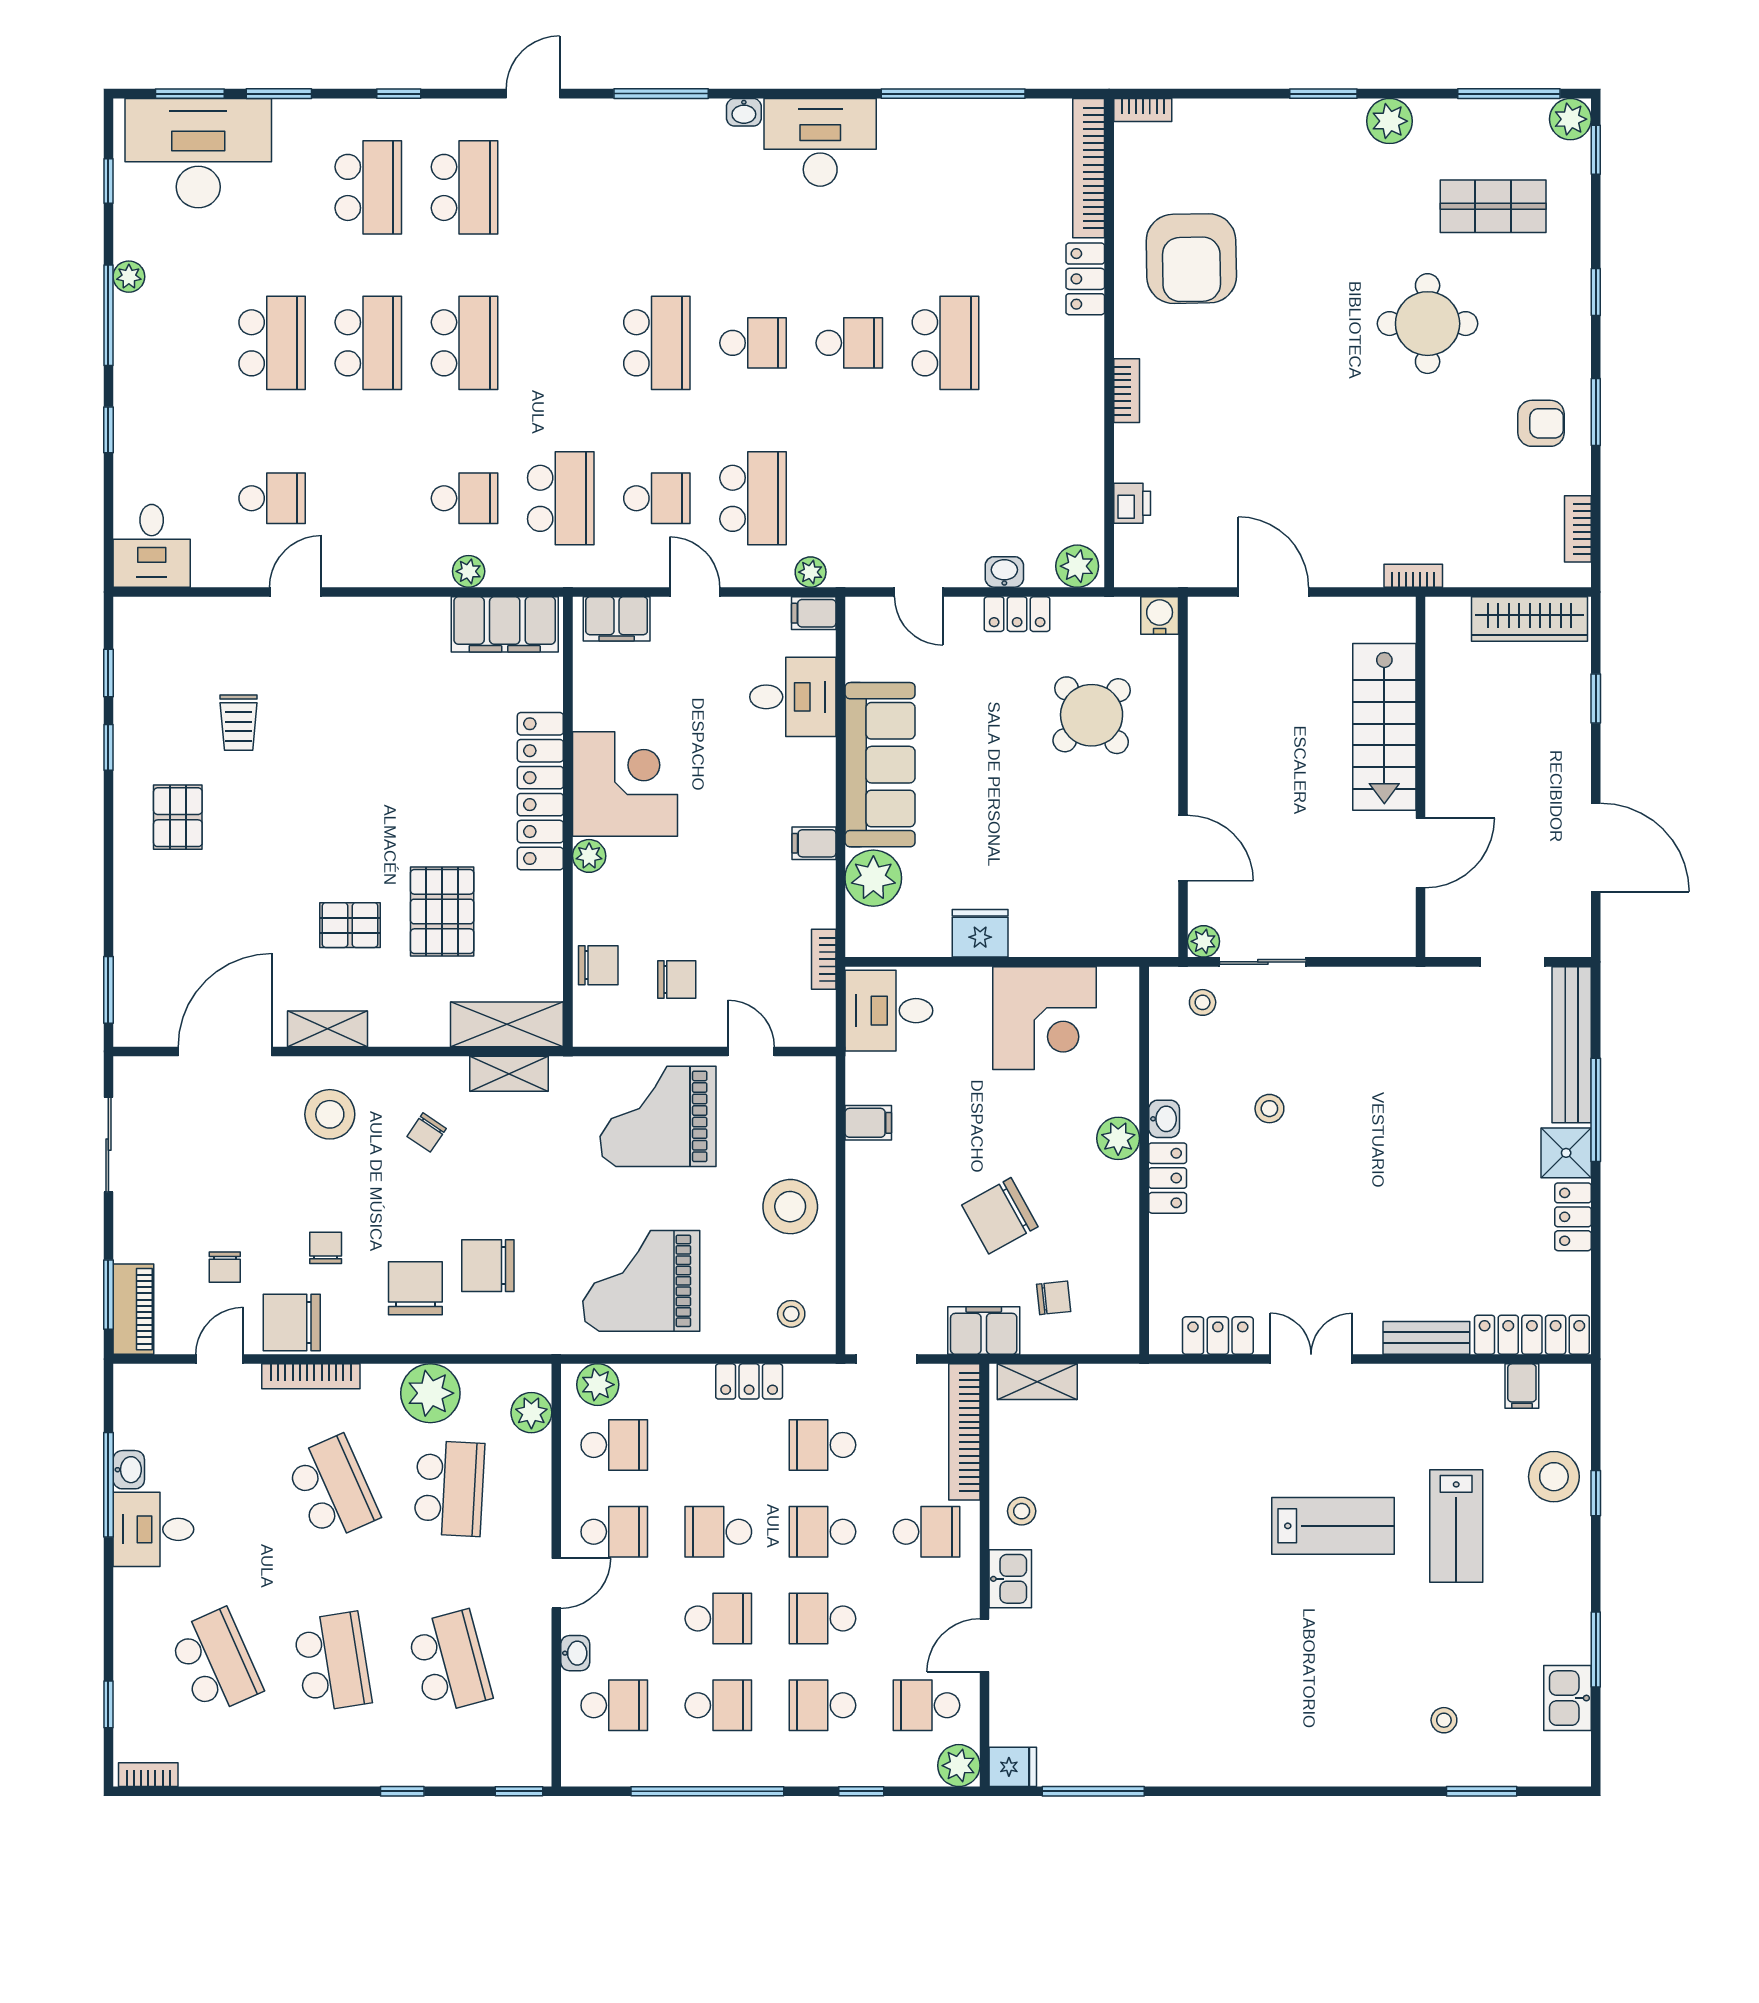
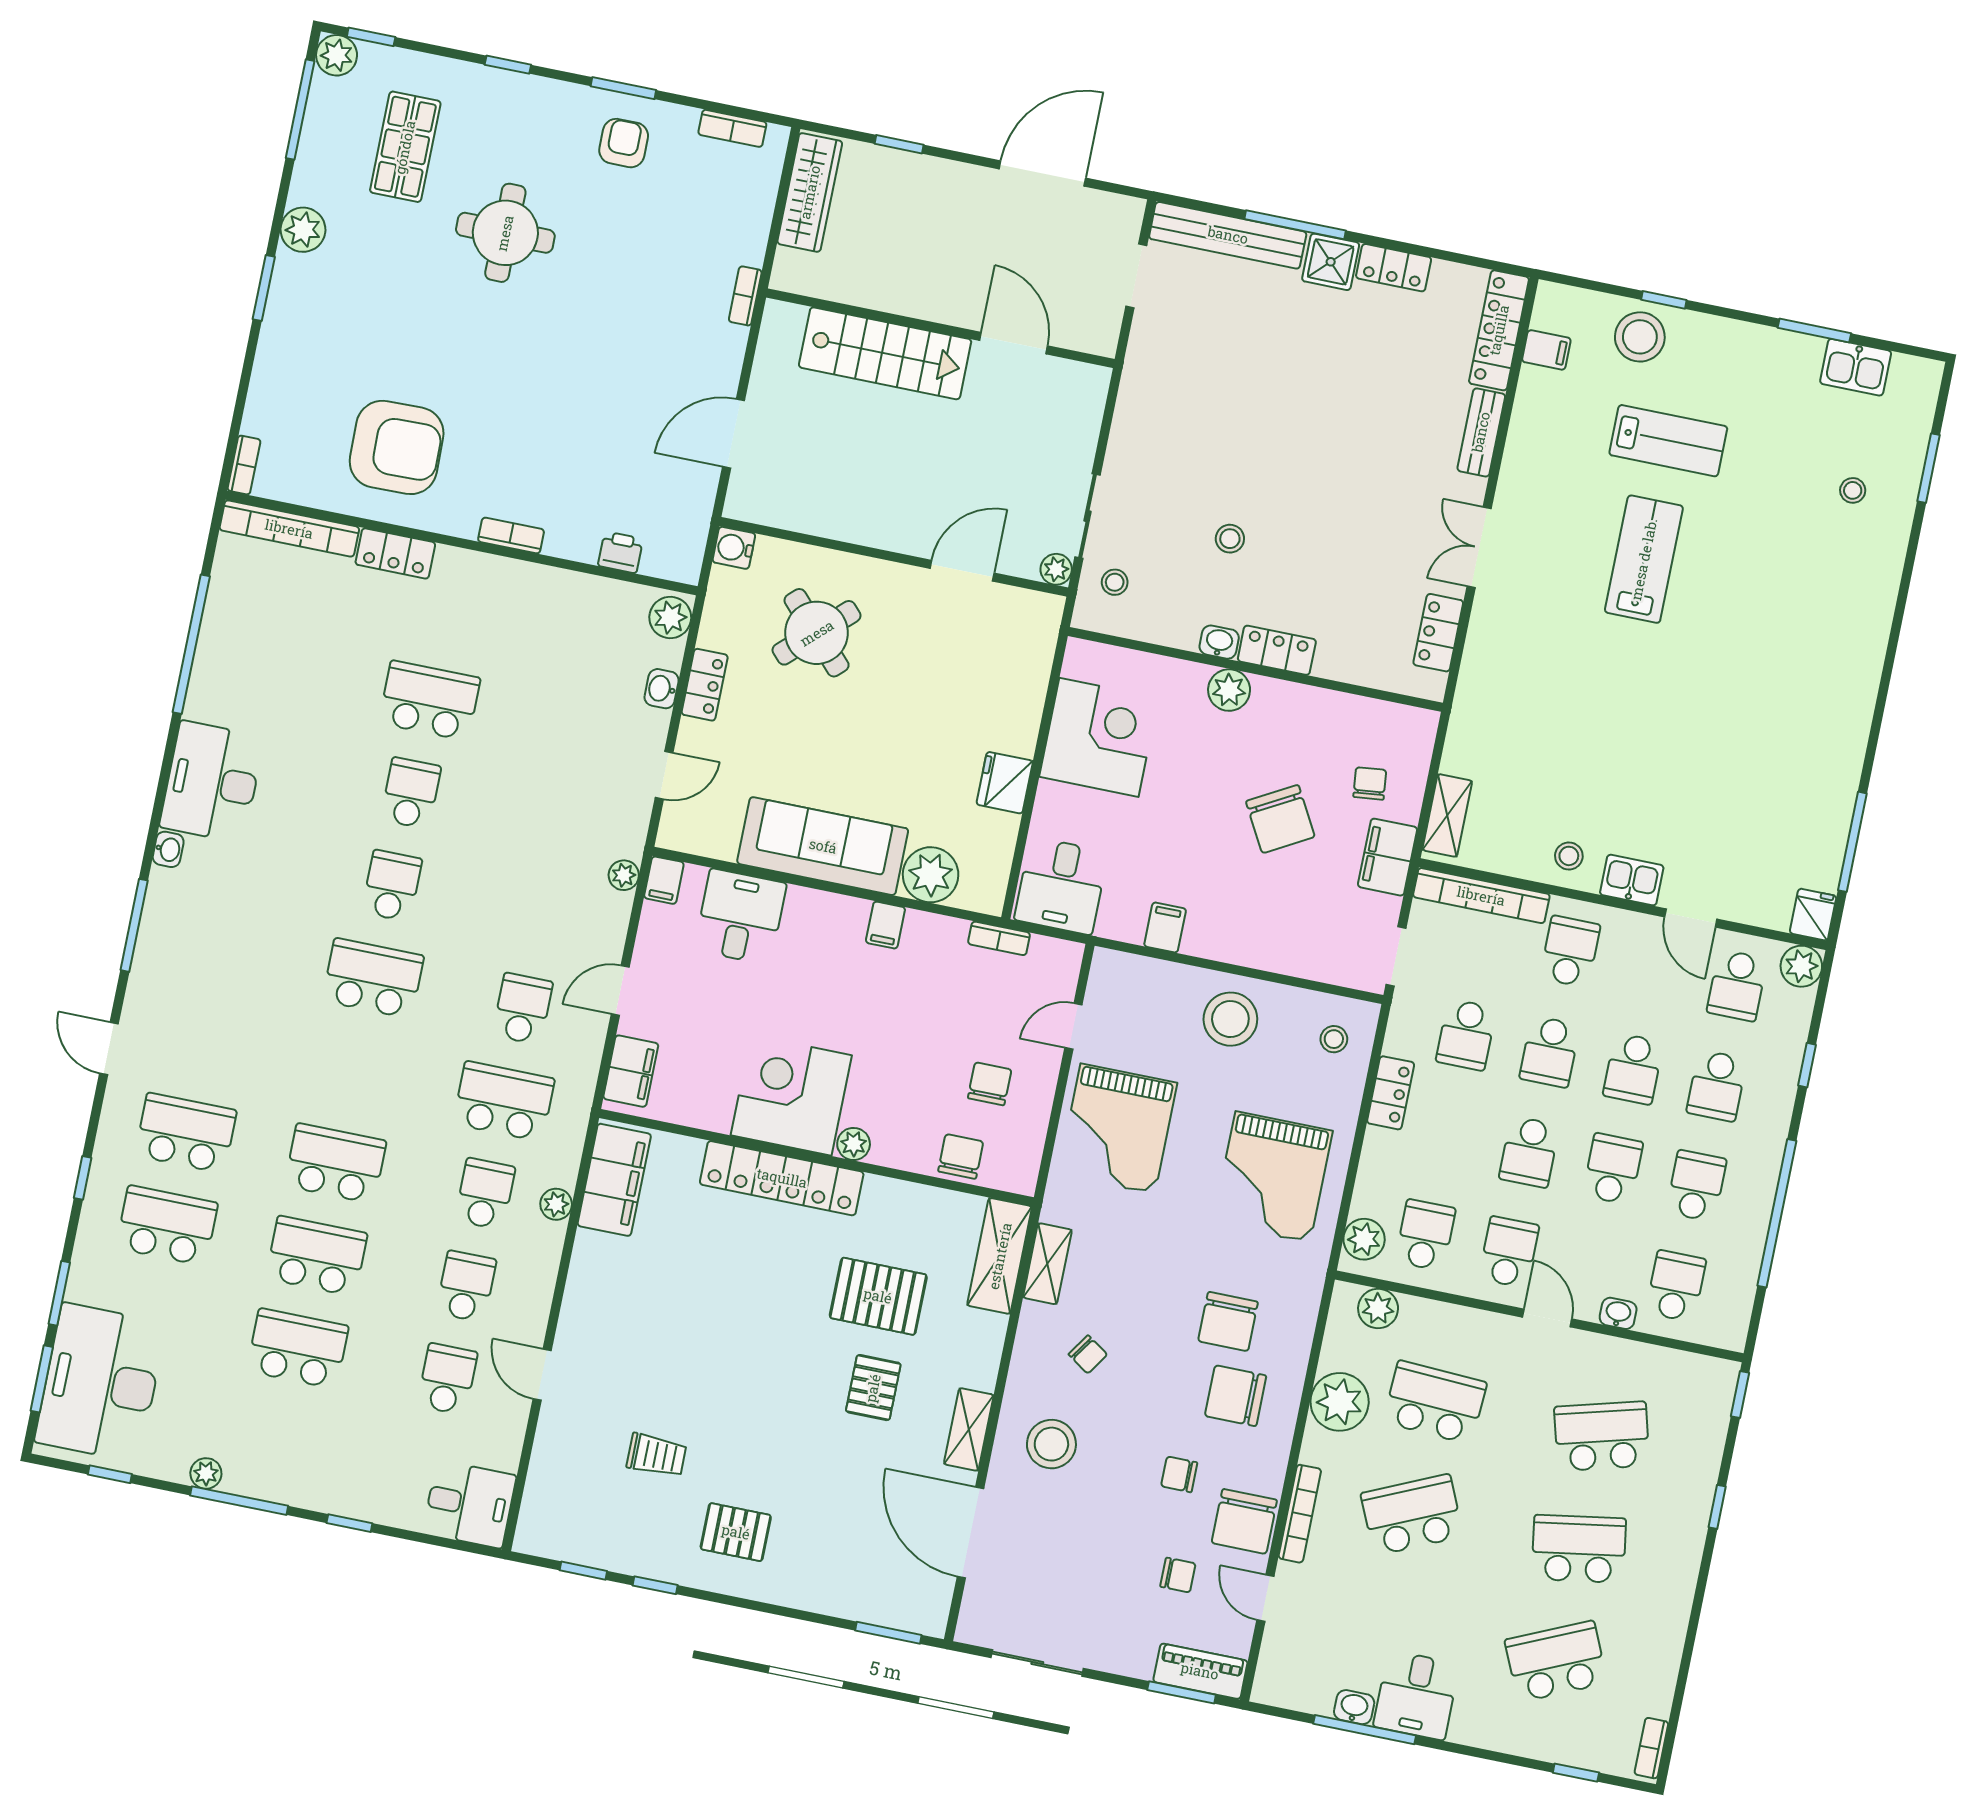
school desk: (753, 498) -> (466, 1286), moved, width x0.54

